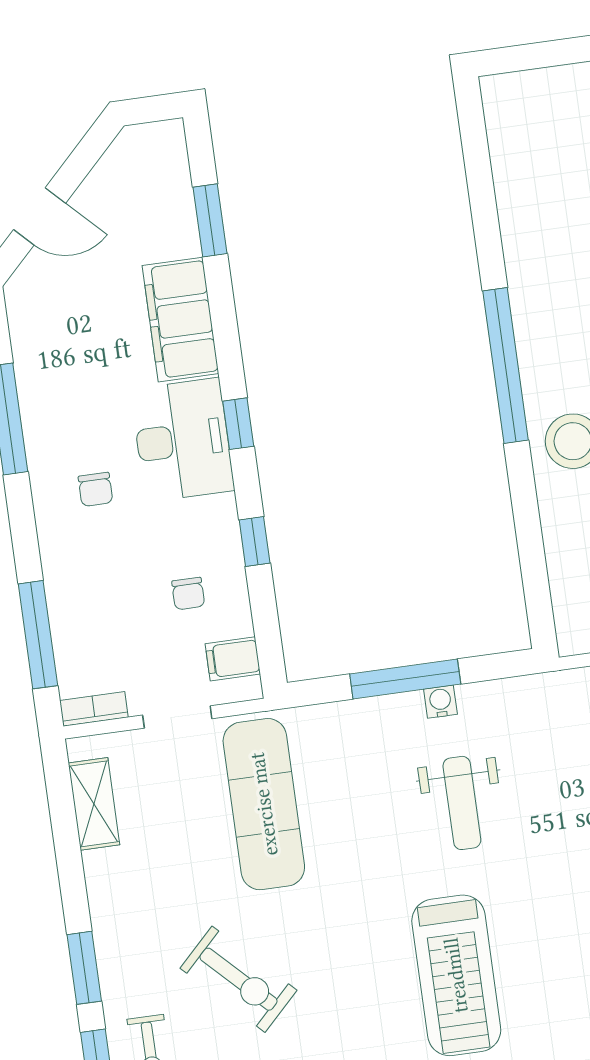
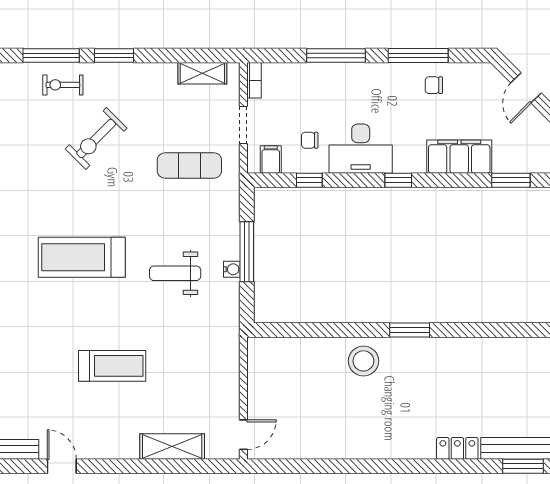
window: (506, 365) -> (410, 330), width x0.47
desk: (182, 440) -> (361, 149), moved
chair: (95, 489) -> (434, 85), moved
window: (255, 542) -> (309, 180), moved
window: (38, 635) -> (336, 55), moved
exercise mat: (264, 804) -> (189, 166), width x0.73, depth x0.69

